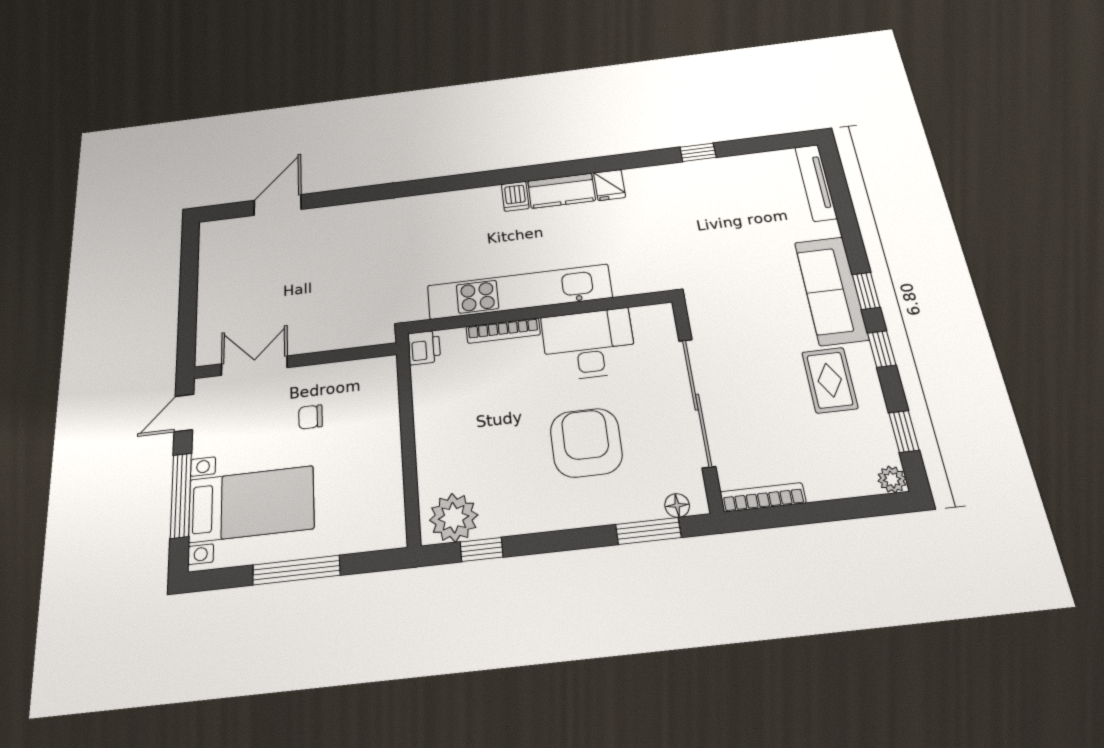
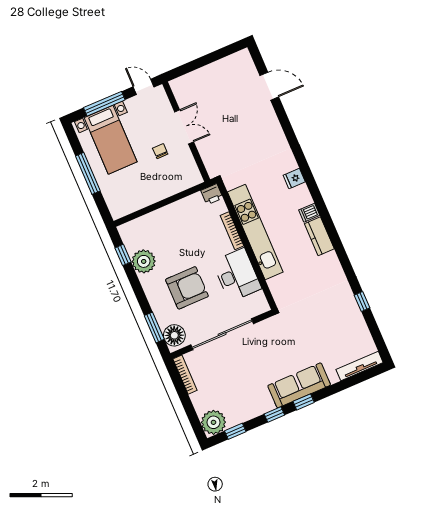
fridge: (610, 185) -> (294, 179), moved
double door: (254, 366) -> (184, 127), moved
rug: (830, 380) -> (251, 393), removed
plant: (892, 480) -> (213, 422), width x1.88, depth x1.88
floor lamp: (677, 505) -> (174, 335), width x1.89, depth x1.89
plant: (454, 518) -> (144, 261), moved

